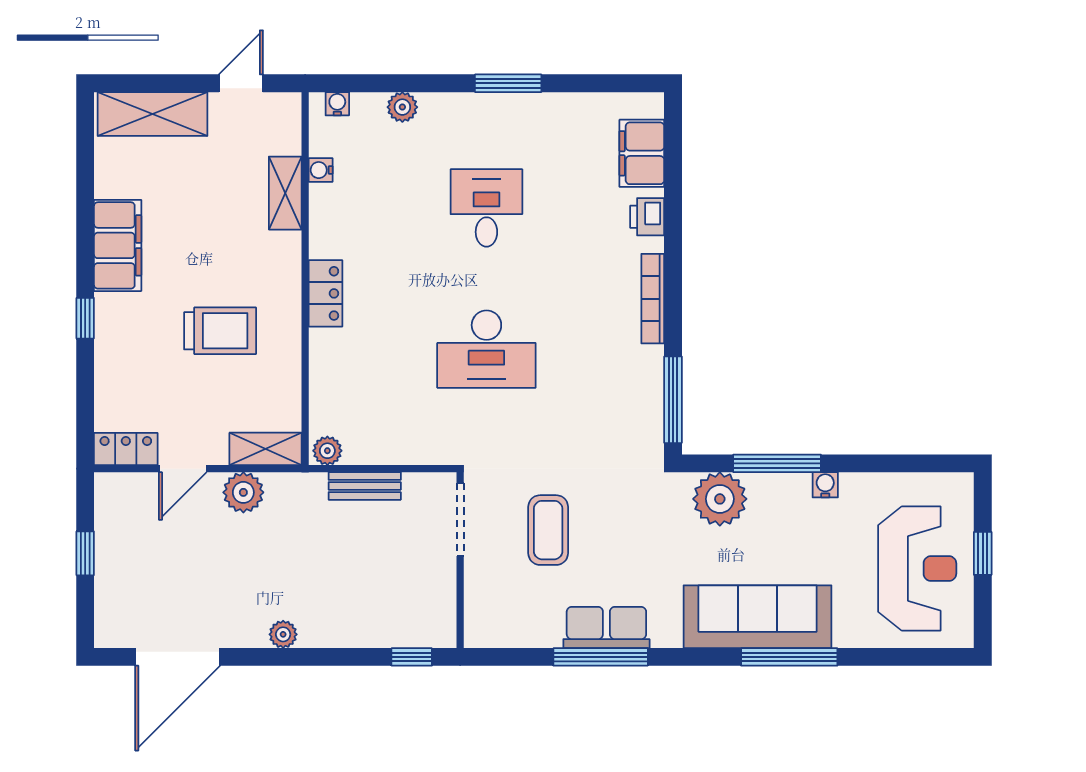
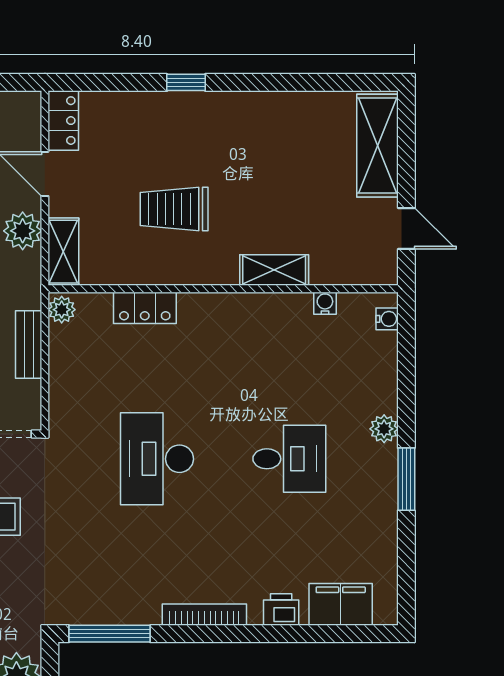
plant: (402, 107) -> (384, 429), moved
shelving: (285, 193) -> (274, 270), moved
filing cabinet: (118, 245) -> (254, 113), removed
locker: (326, 293) -> (145, 308), moved
trolley: (220, 331) -> (174, 209), turned 90

